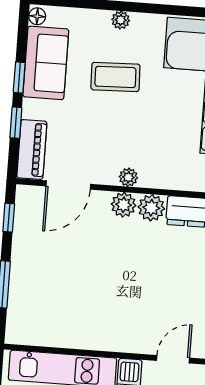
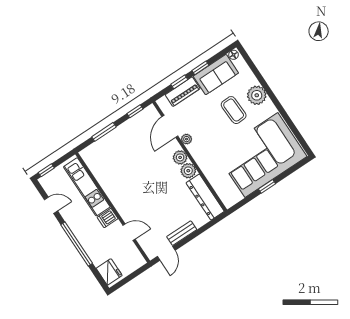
plant: (121, 20) -> (257, 95), width x1.87, depth x1.87
piano: (32, 149) -> (183, 92), moved
plant: (128, 177) -> (186, 139), moved
door: (68, 185) -> (170, 126), hinge flipped

